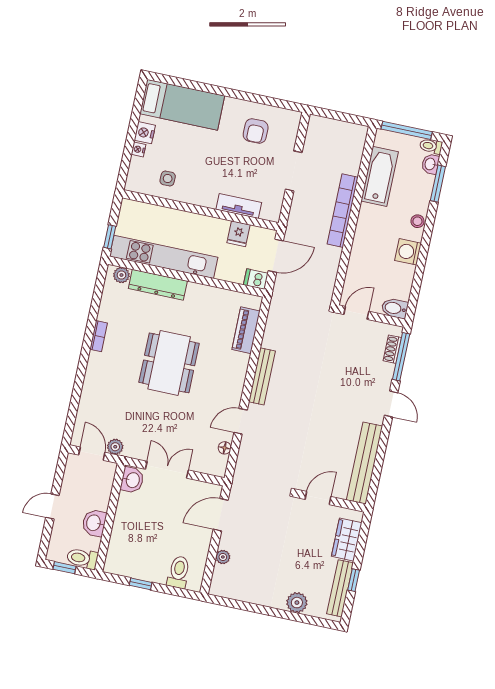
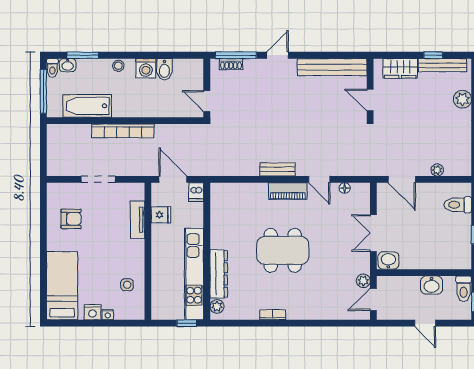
bidet: (395, 308) -> (164, 69), moved
piano: (246, 330) -> (288, 191), moved
bench: (262, 376) -> (277, 169), width x0.73

